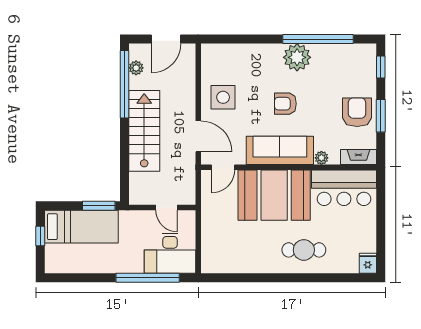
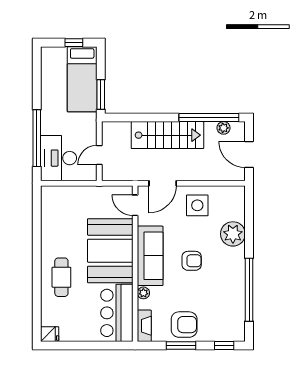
plant: (297, 57) -> (233, 234), moved
armchair: (285, 104) -> (192, 261), turned 90

